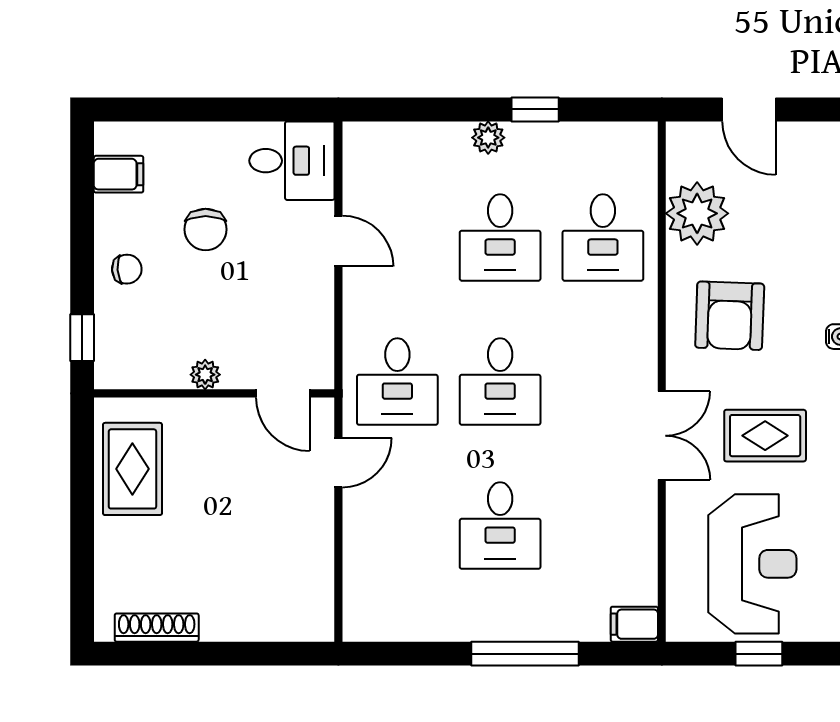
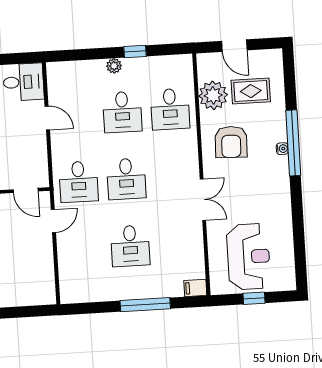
rug: (765, 436) -> (251, 91), moved

